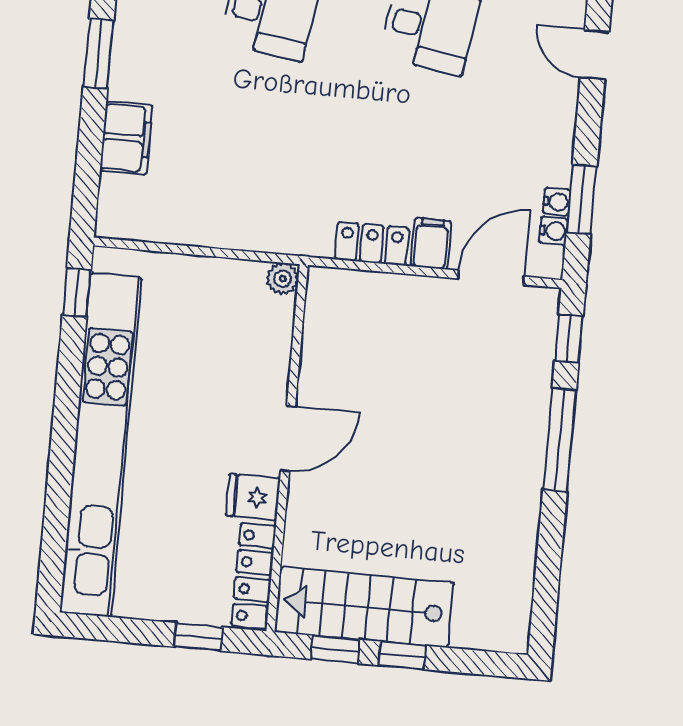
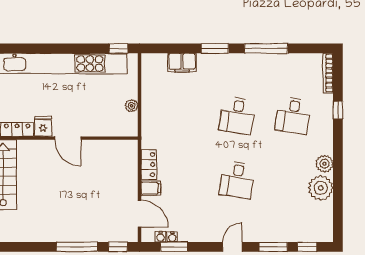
plant: (283, 279) -> (132, 106), moved

